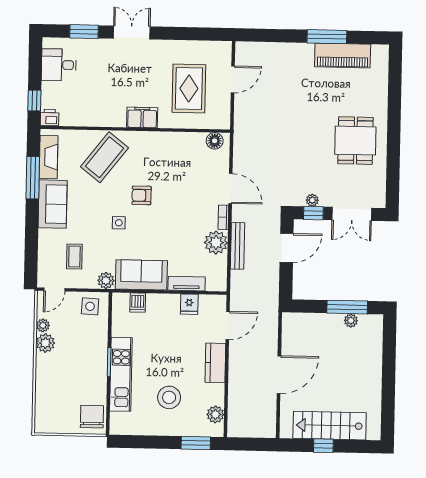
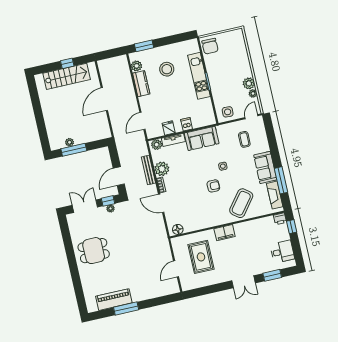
dining table: (355, 141) -> (94, 251), turned 90
plant: (106, 281) -> (157, 145), moved
dishwasher: (138, 303) -> (187, 124), moved
kitchen counter: (215, 363) -> (141, 84), moved

